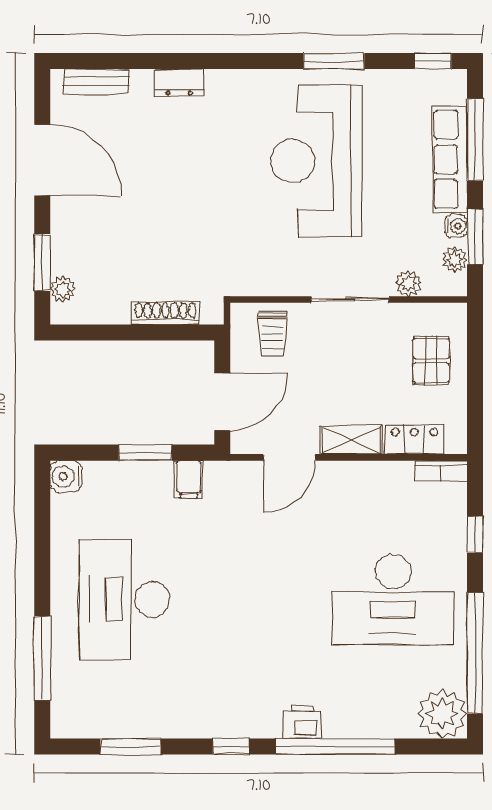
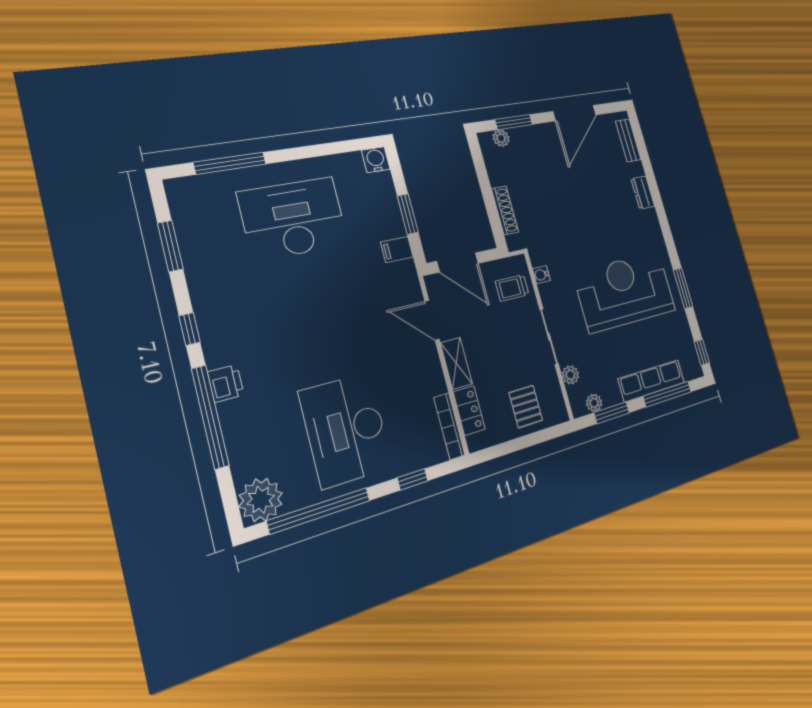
water cooler: (456, 226) -> (541, 275), moved, turned 90
pallet: (431, 361) -> (526, 406), turned 90
bookcase: (441, 471) -> (449, 426), width x1.56

